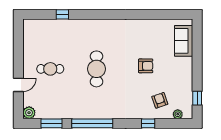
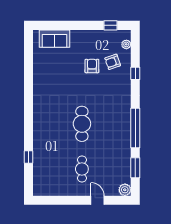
armchair: (146, 66) -> (92, 66), moved
cafe table: (96, 69) -> (82, 124), turned 90

